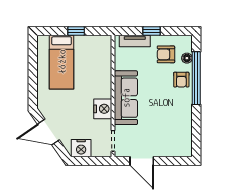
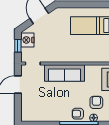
nightstand: (103, 109) -> (56, 56), removed
window: (89, 161) -> (18, 46), added

